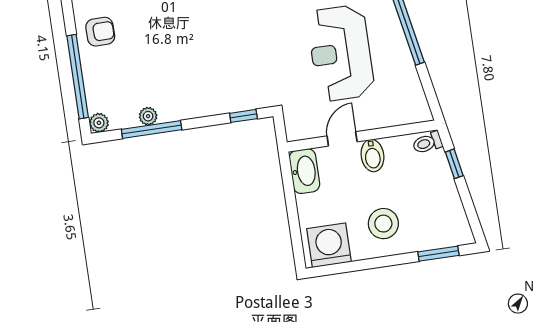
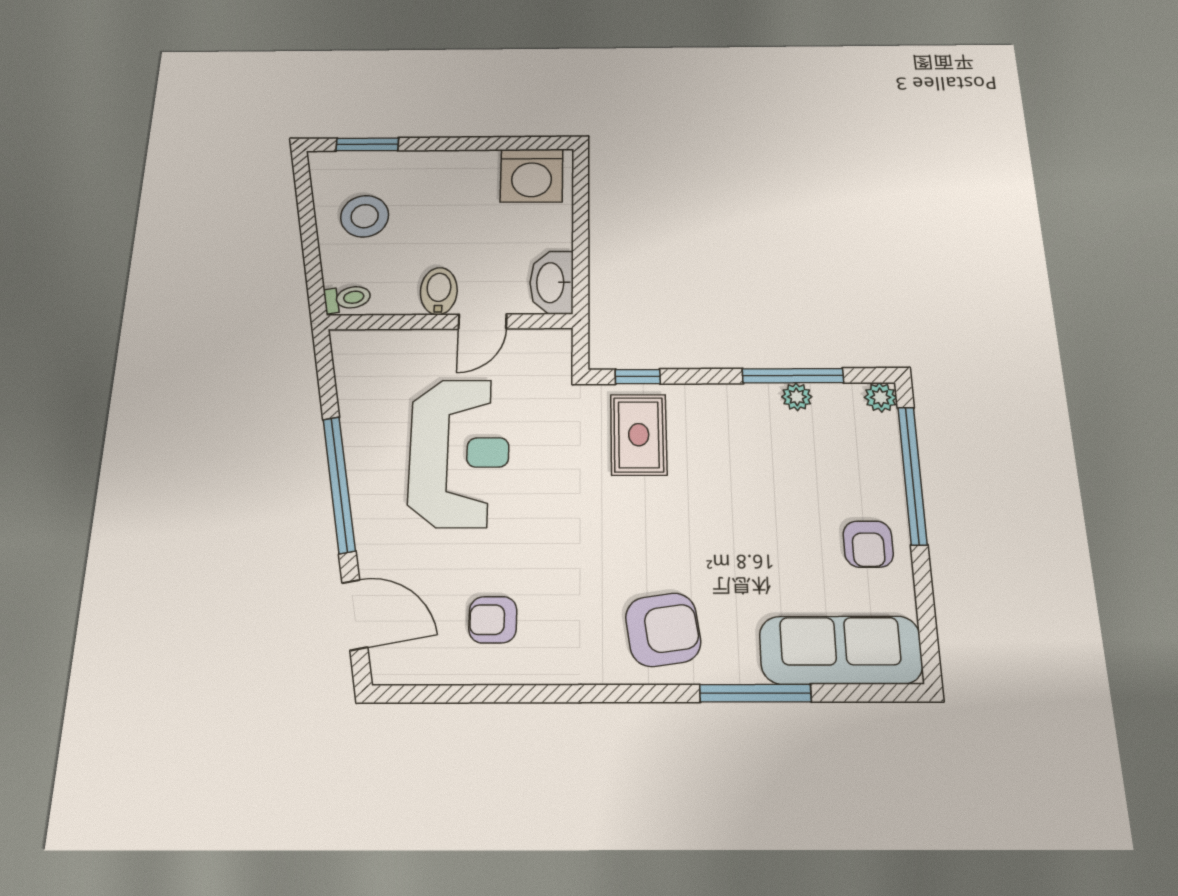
armchair: (100, 32) -> (868, 544), turned -89
rug: (238, 79) -> (639, 435), added
window: (454, 164) -> (313, 263), removed
stool: (383, 224) -> (365, 216), moved

